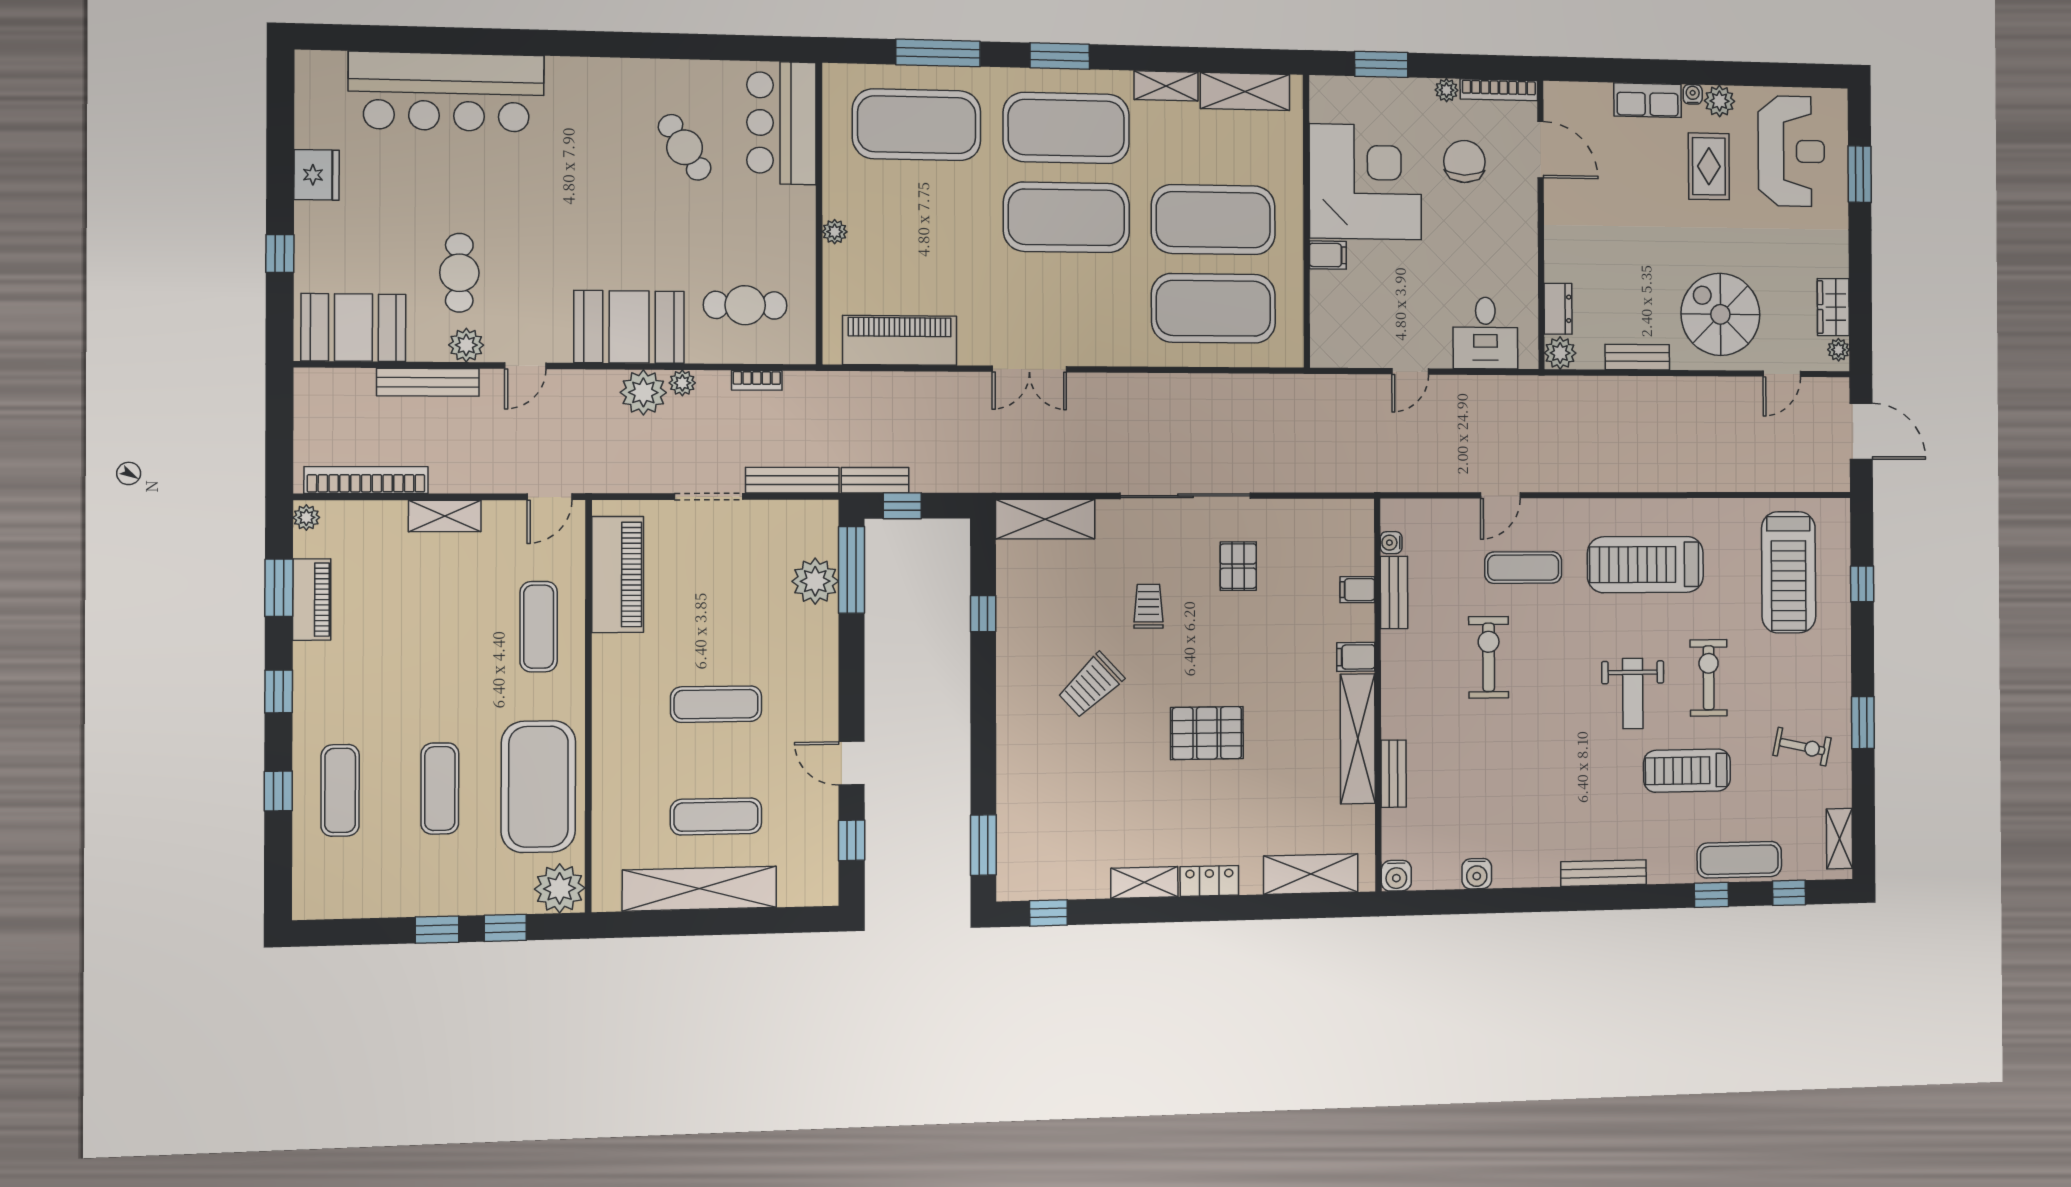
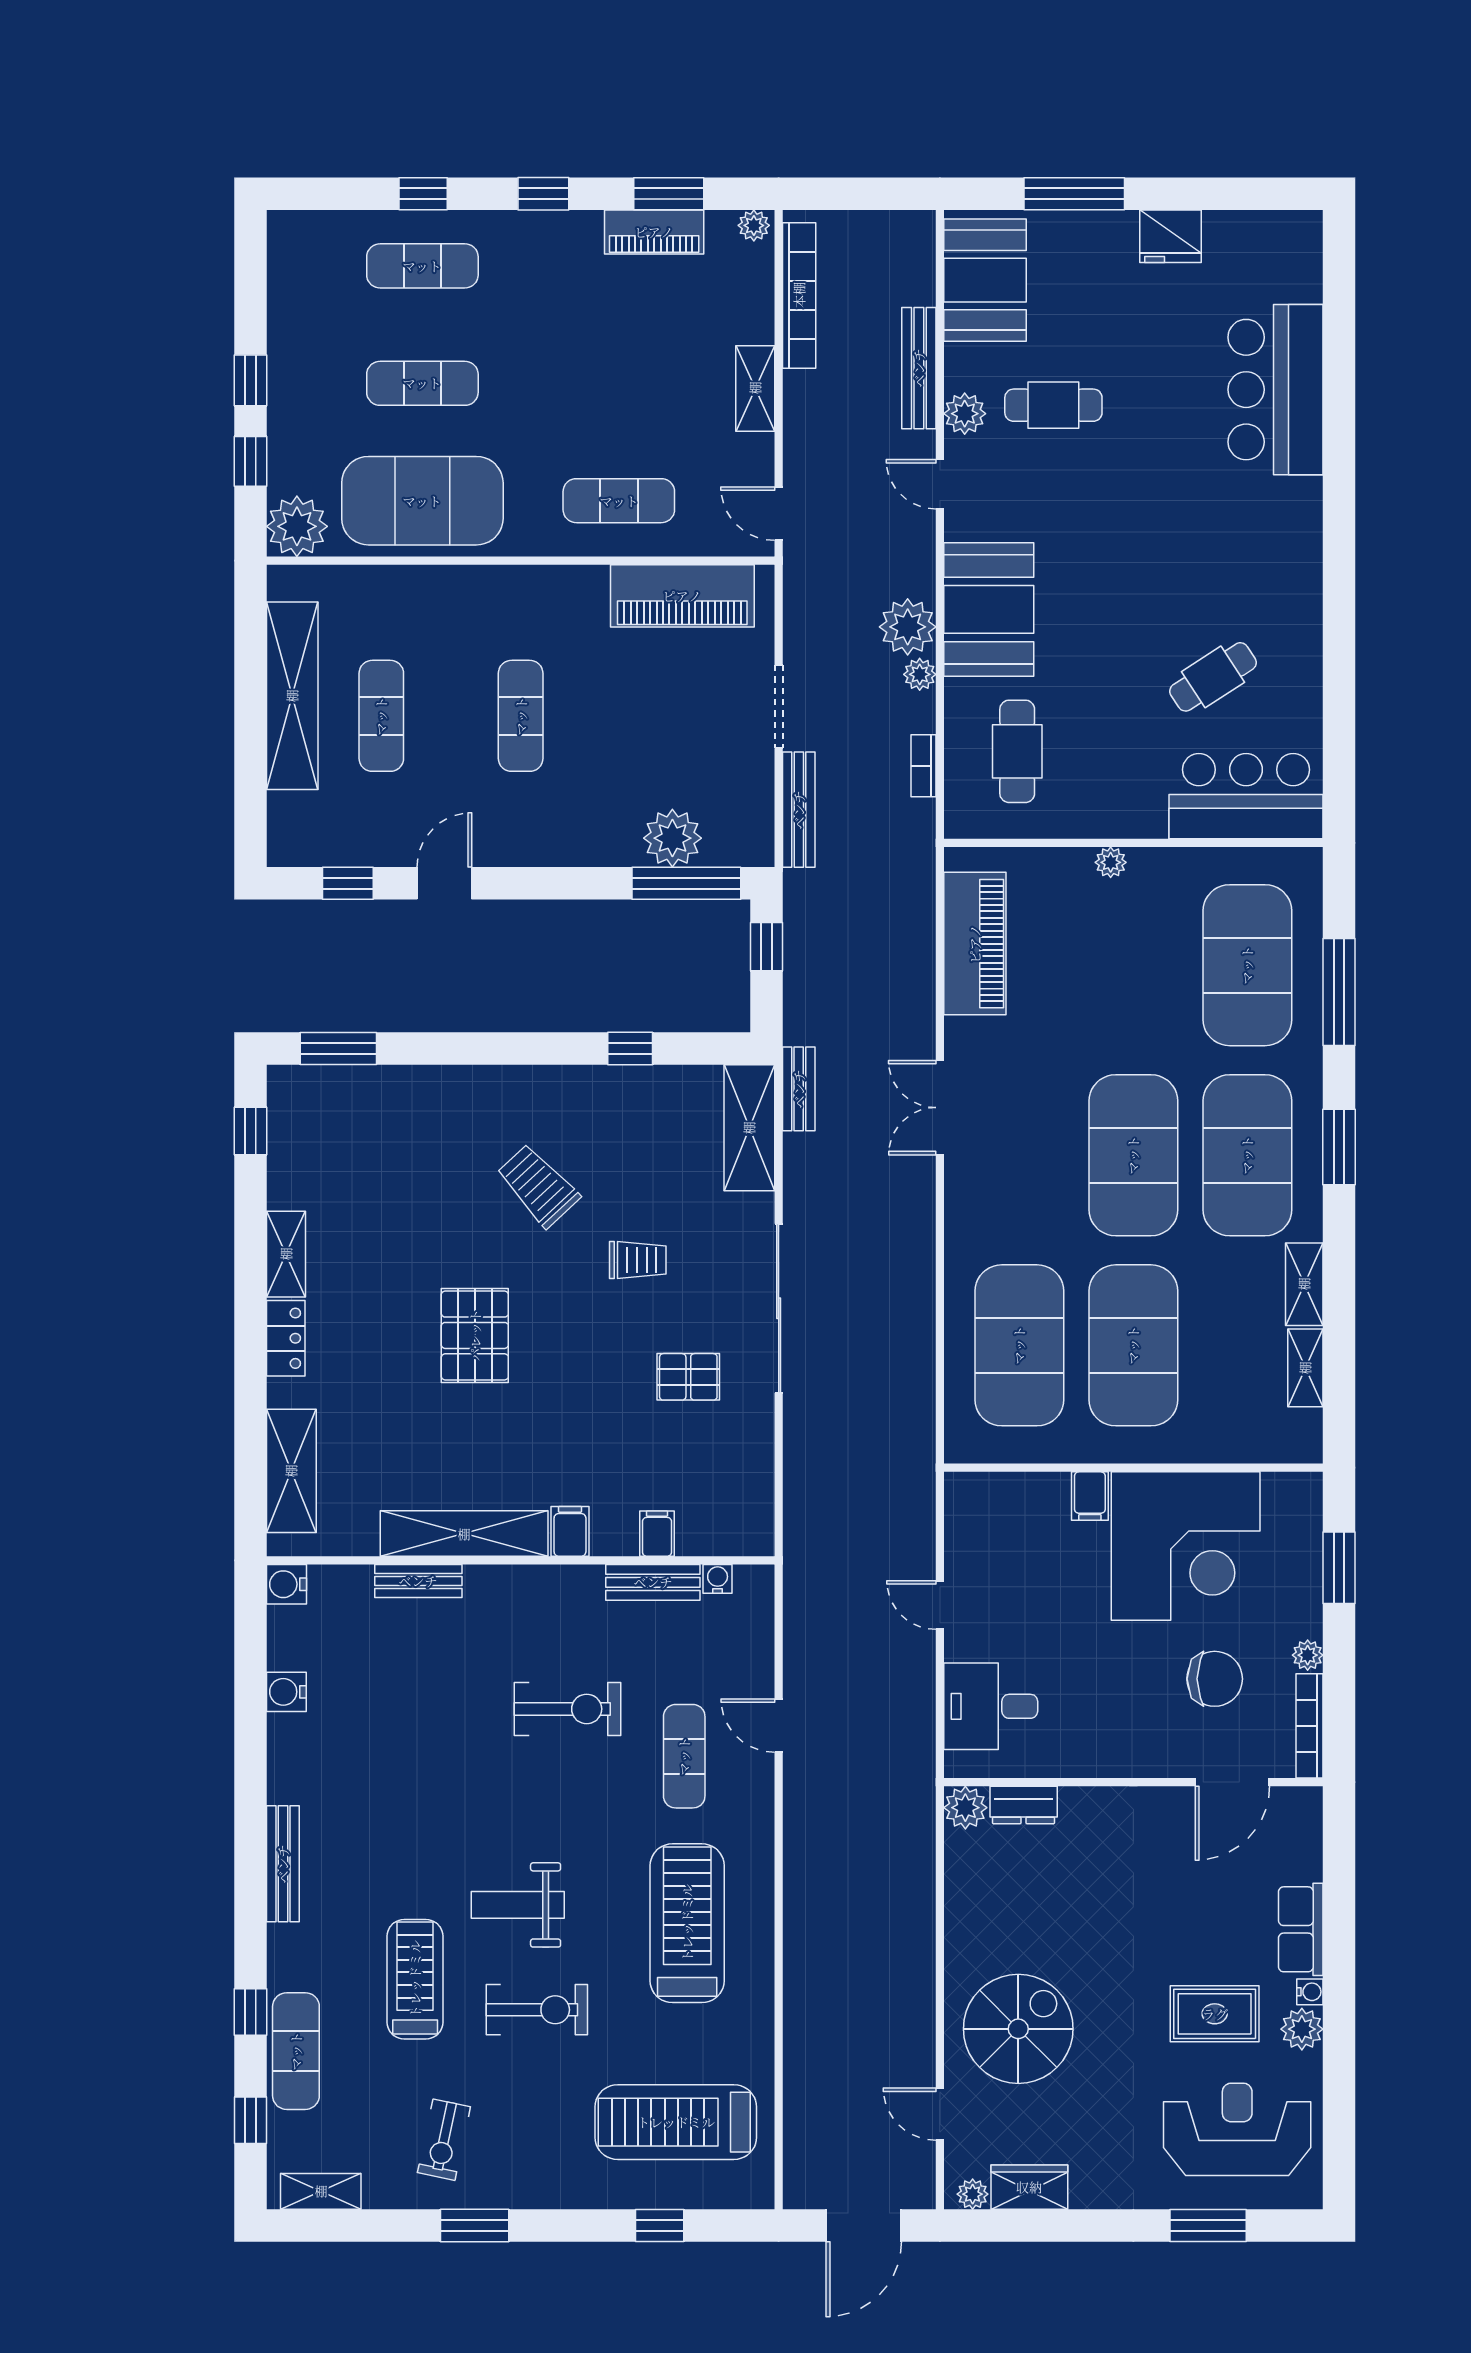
shelving: (1245, 91) -> (1305, 1368), width x0.67, depth x0.75
bar counter: (447, 92) -> (1275, 390), width x0.73
reception desk: (1791, 151) -> (1237, 2129), turned 180
window: (280, 253) -> (1074, 194), width x2.17
bench: (1637, 357) -> (961, 1913), removed
bench: (875, 480) -> (799, 1089), moved

